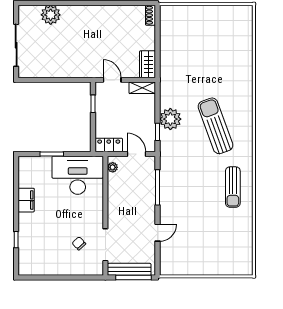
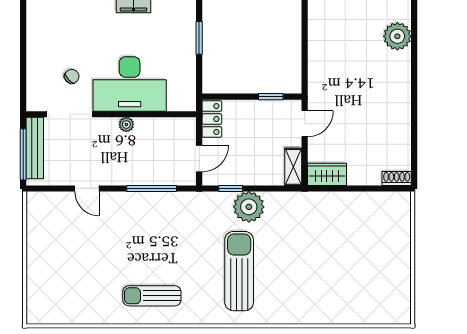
sun lounger: (216, 126) -> (239, 271), turned -70
plant: (113, 167) -> (126, 124), moved
desk: (78, 175) -> (130, 84), moved, turned 90

